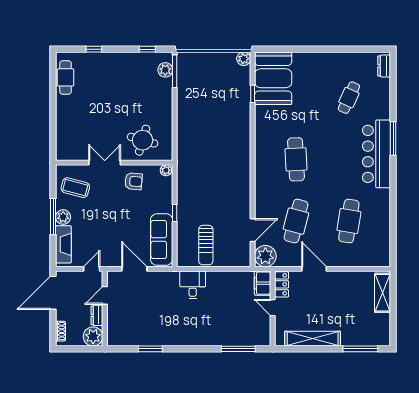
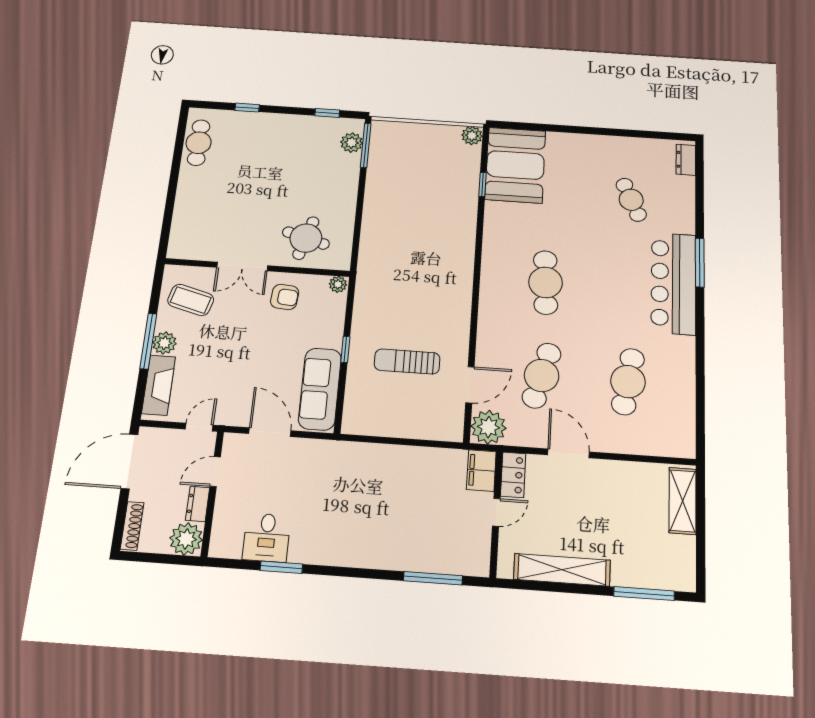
cafe table: (349, 98) -> (631, 200), turned -48
double door: (105, 163) -> (242, 266), swing flipped
sun lounger: (206, 245) -> (407, 362), moved, turned 90
desk: (193, 285) -> (267, 538), moved, turned 180
door: (273, 308) -> (496, 512), swing flipped
shoe rack: (61, 331) -> (132, 526), width x1.43

